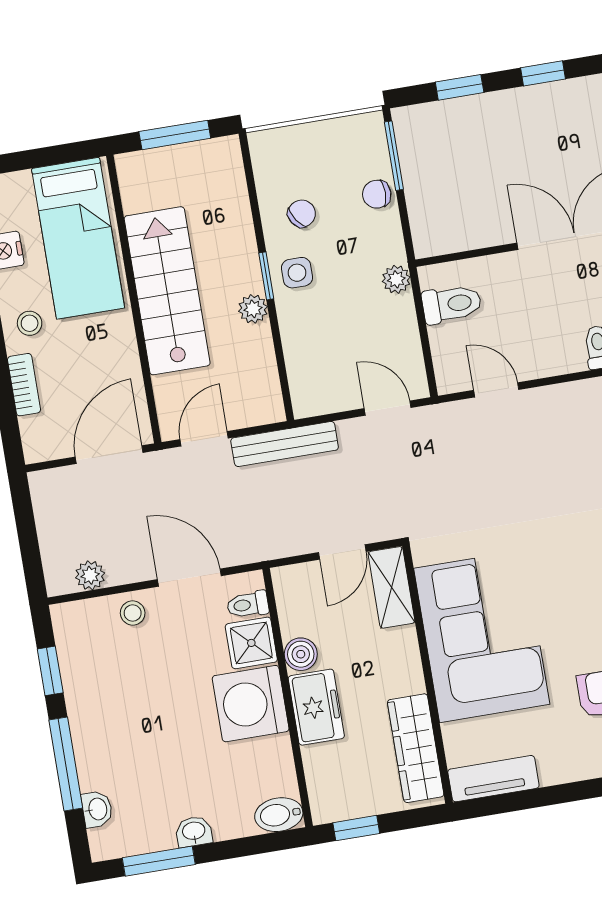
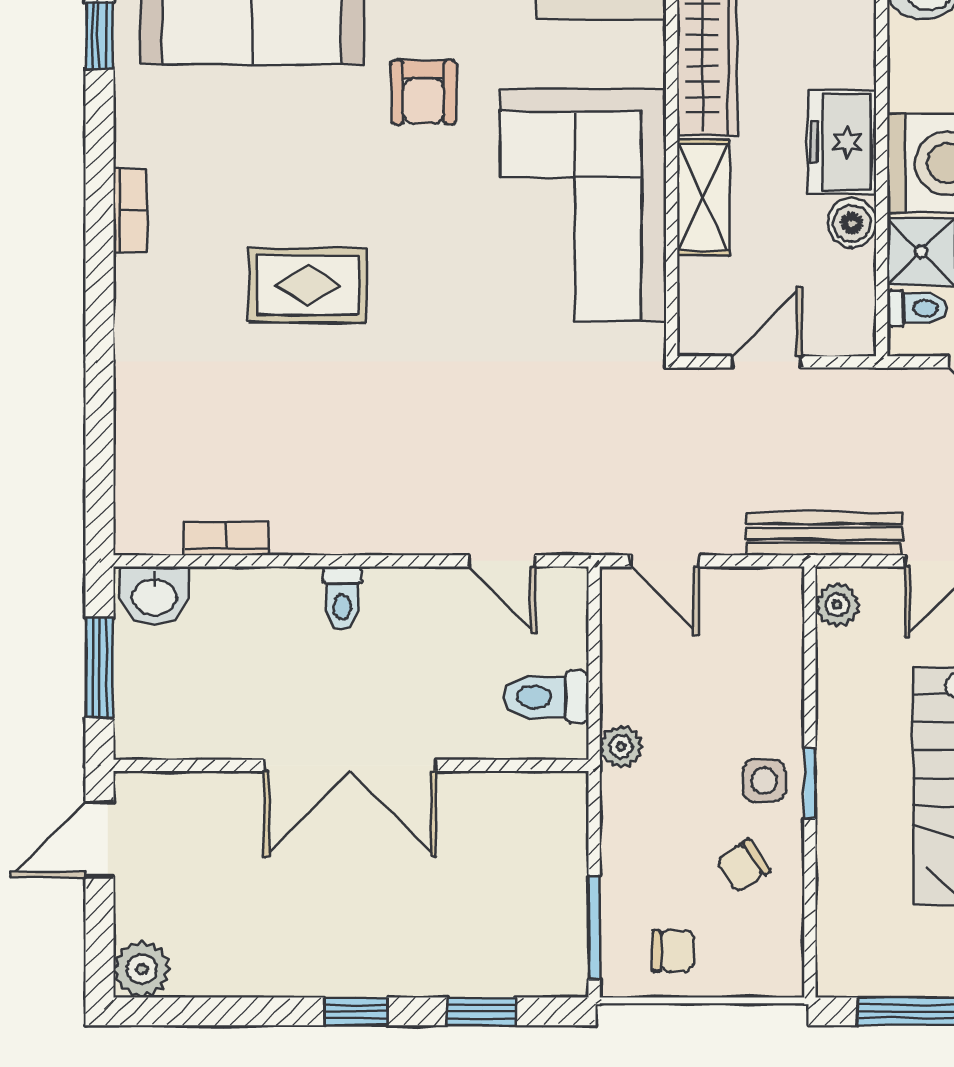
chair: (377, 194) -> (673, 951), moved
plant: (253, 309) -> (837, 605), moved
shelving: (391, 587) -> (703, 198), moved

